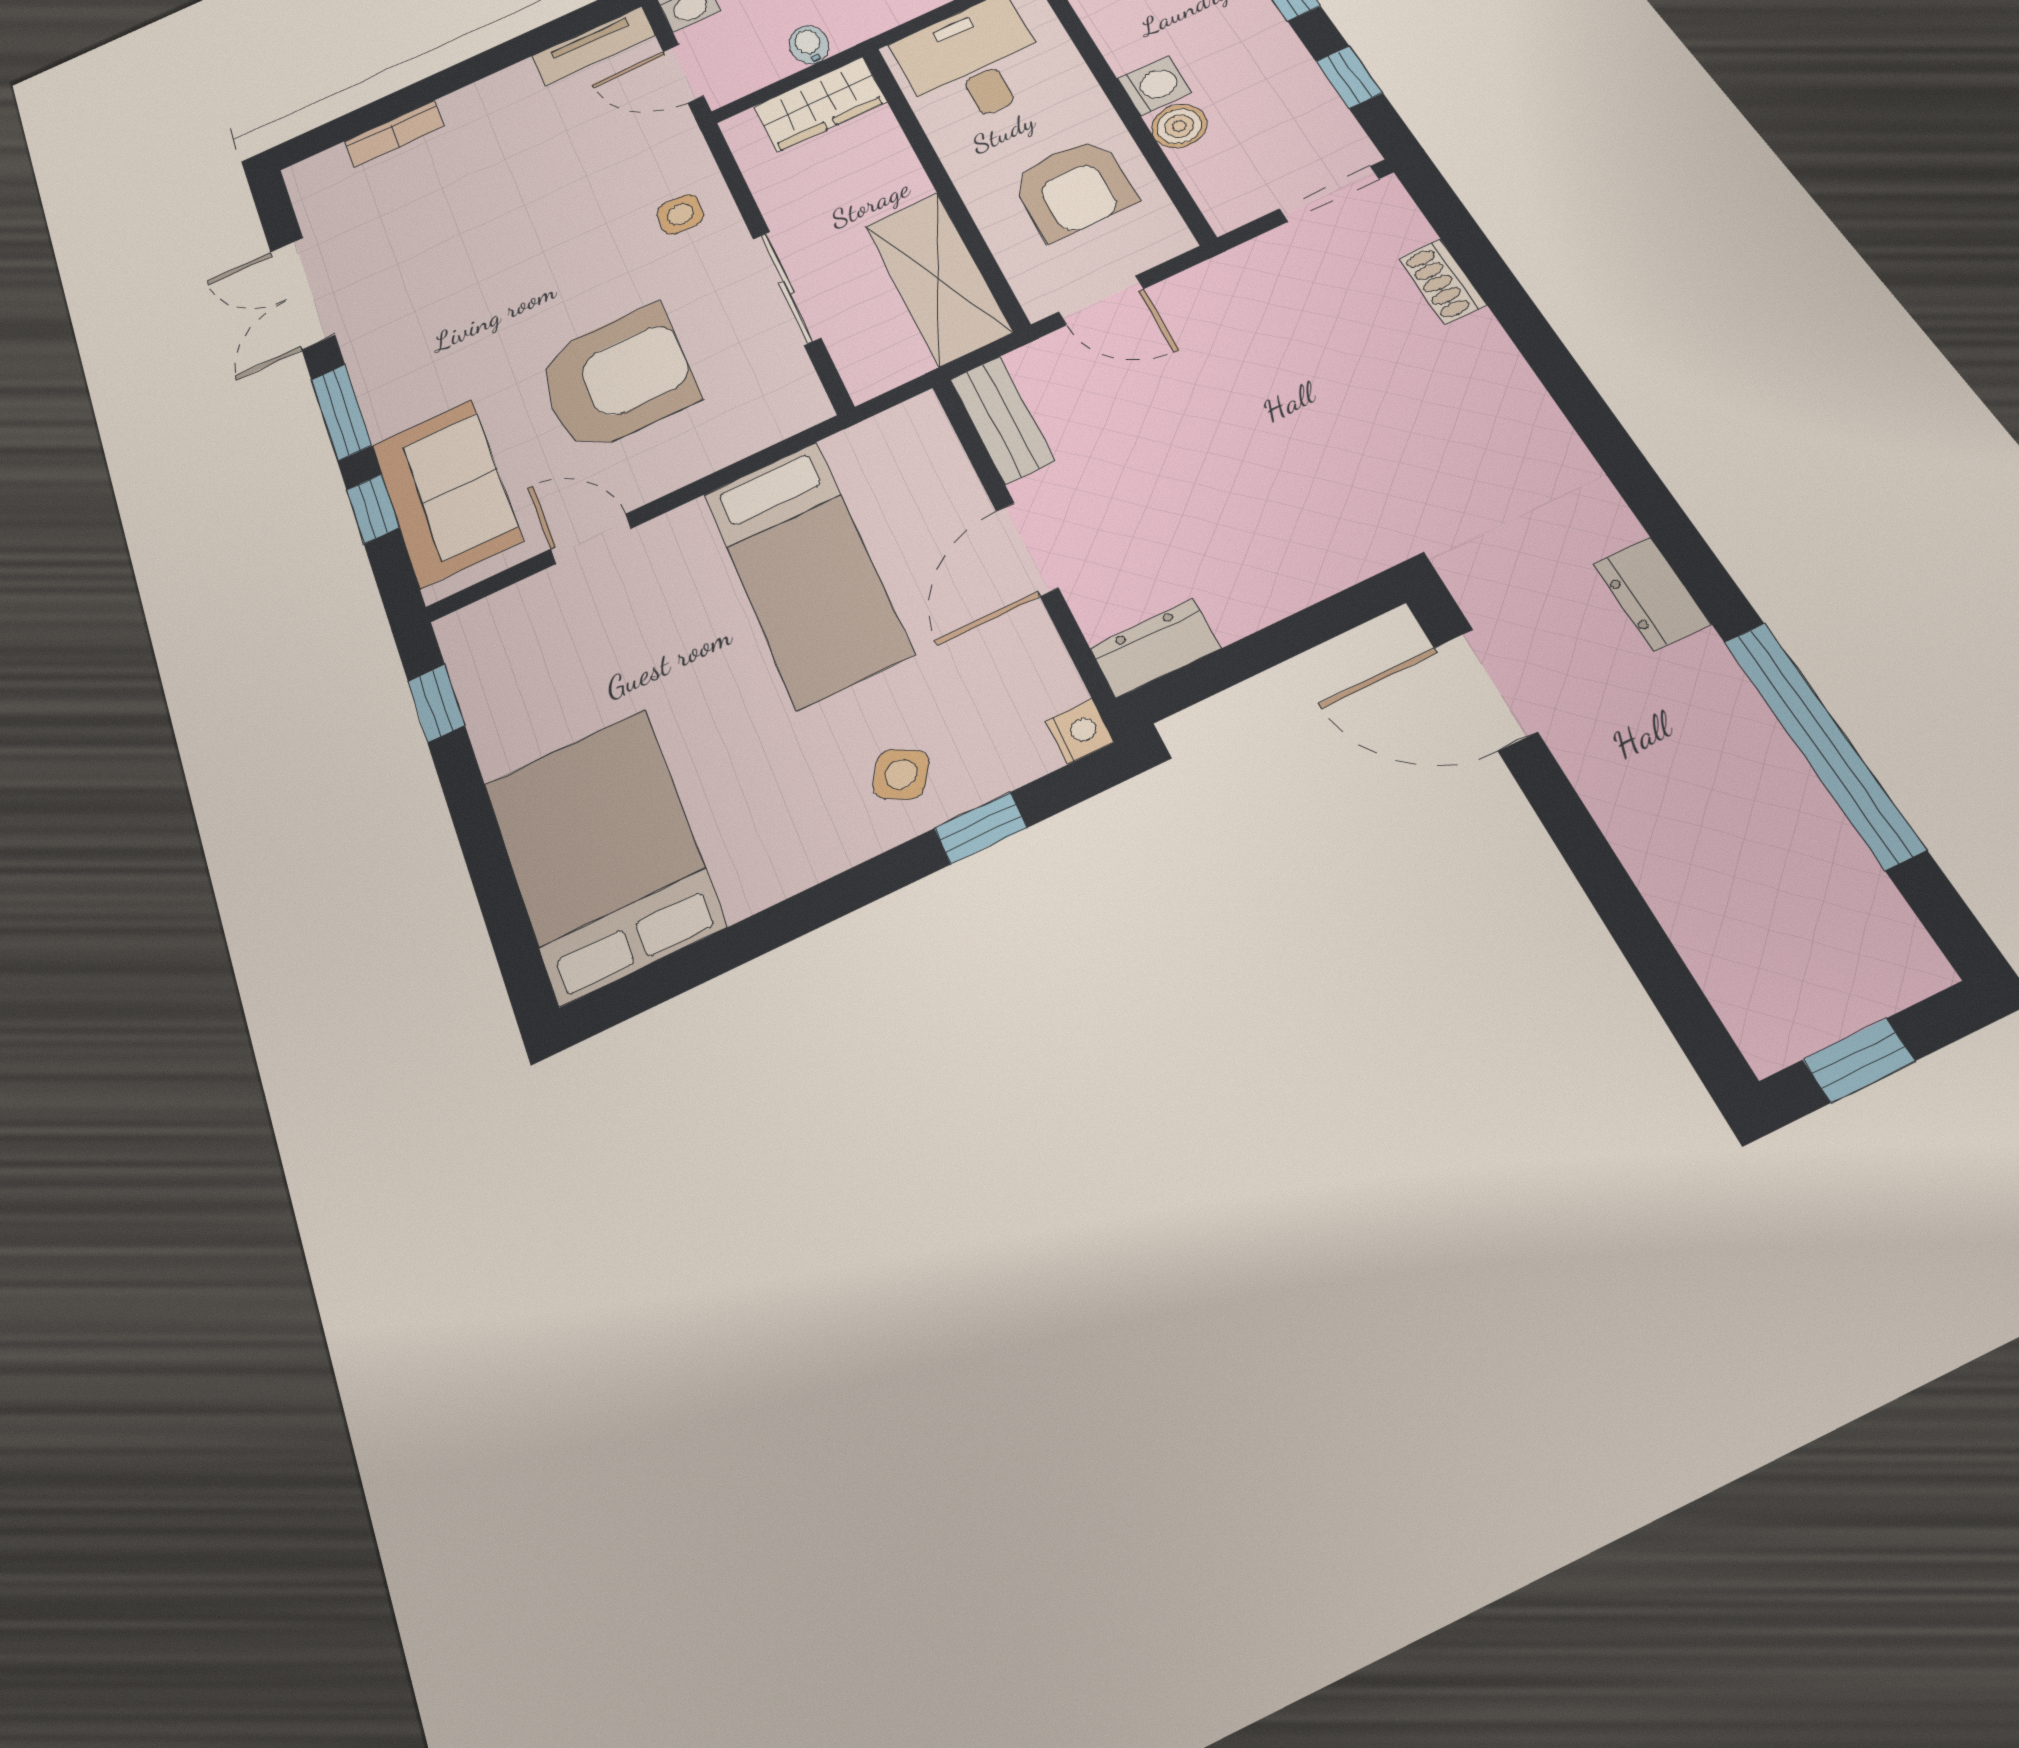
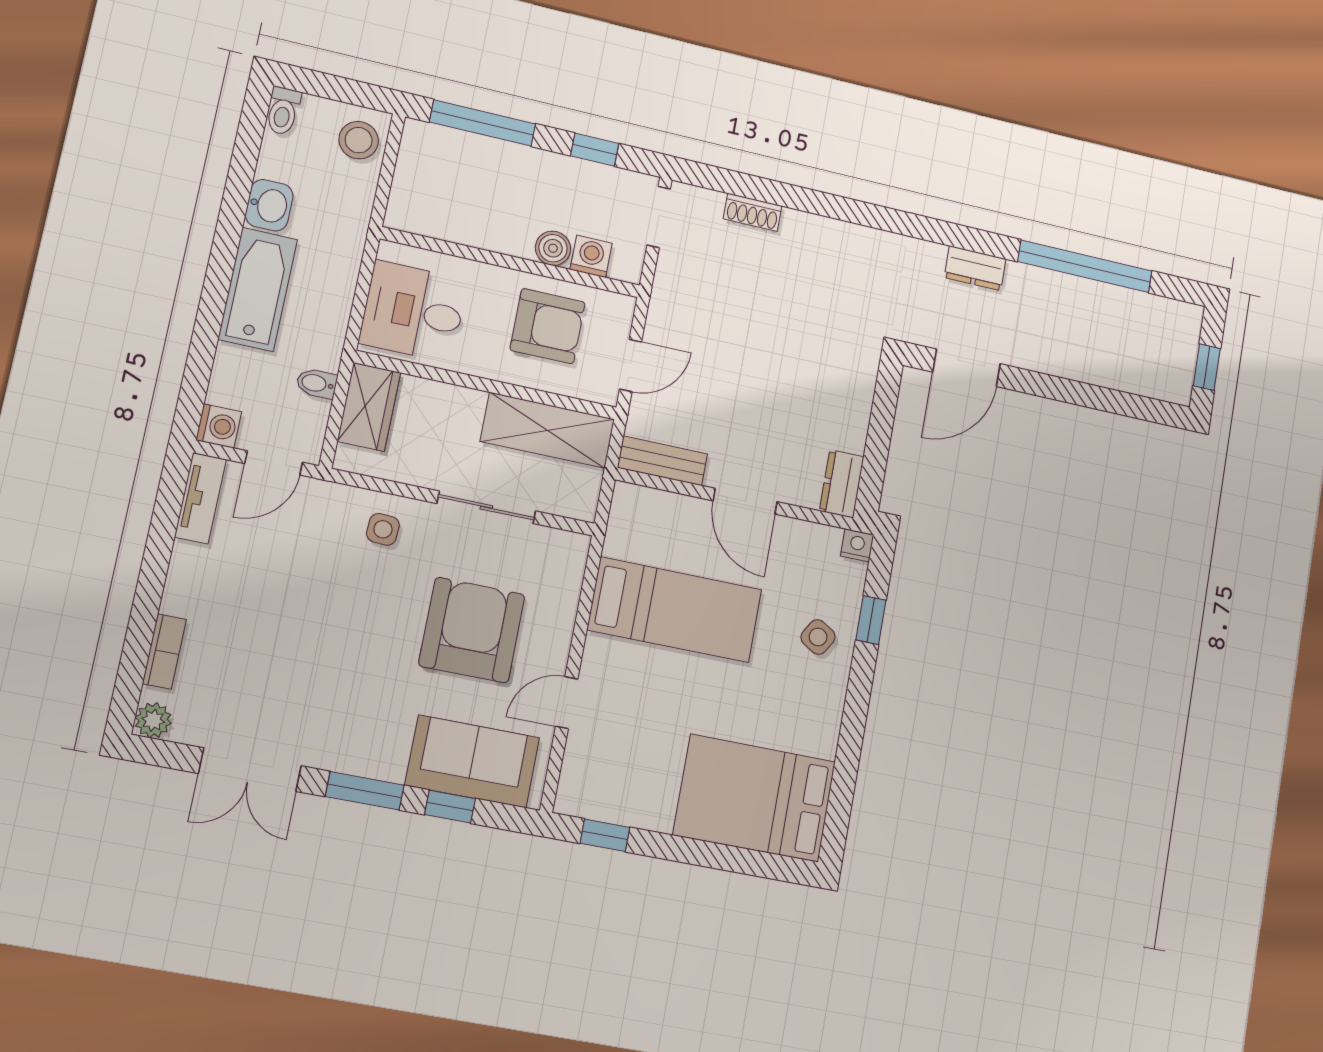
washing machine: (1154, 86) -> (591, 256), moved
plant: (309, 177) -> (153, 720), added

